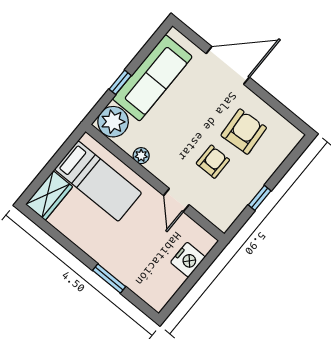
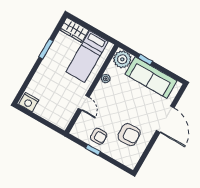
armchair: (213, 162) -> (99, 136), moved
door: (176, 200) -> (84, 103), swing flipped
nightstand: (188, 260) -> (29, 102), moved
window: (109, 279) -> (46, 49), moved

